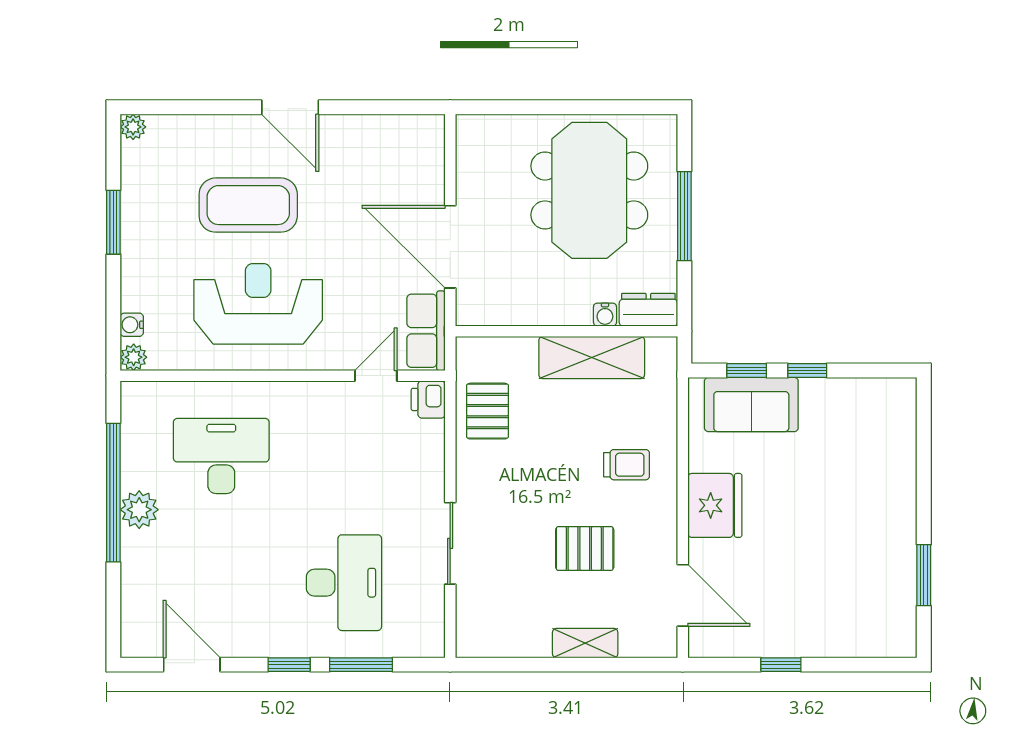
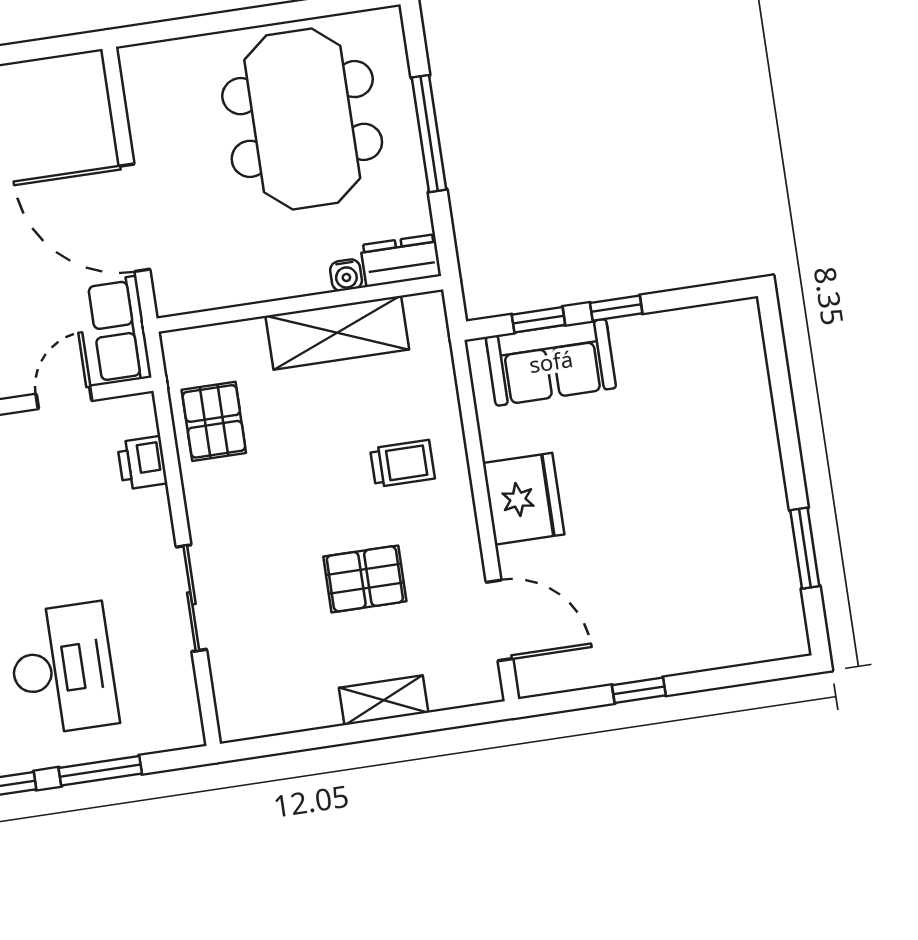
printer: (428, 399) -> (142, 463), moved

